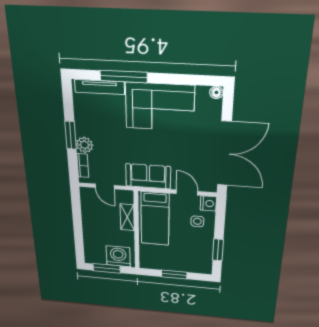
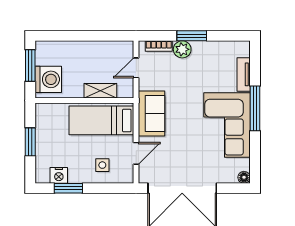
window: (124, 77) -> (255, 108), moved
tv unit: (100, 87) -> (244, 74), width x0.71
nightstand: (208, 203) -> (59, 175), moved

